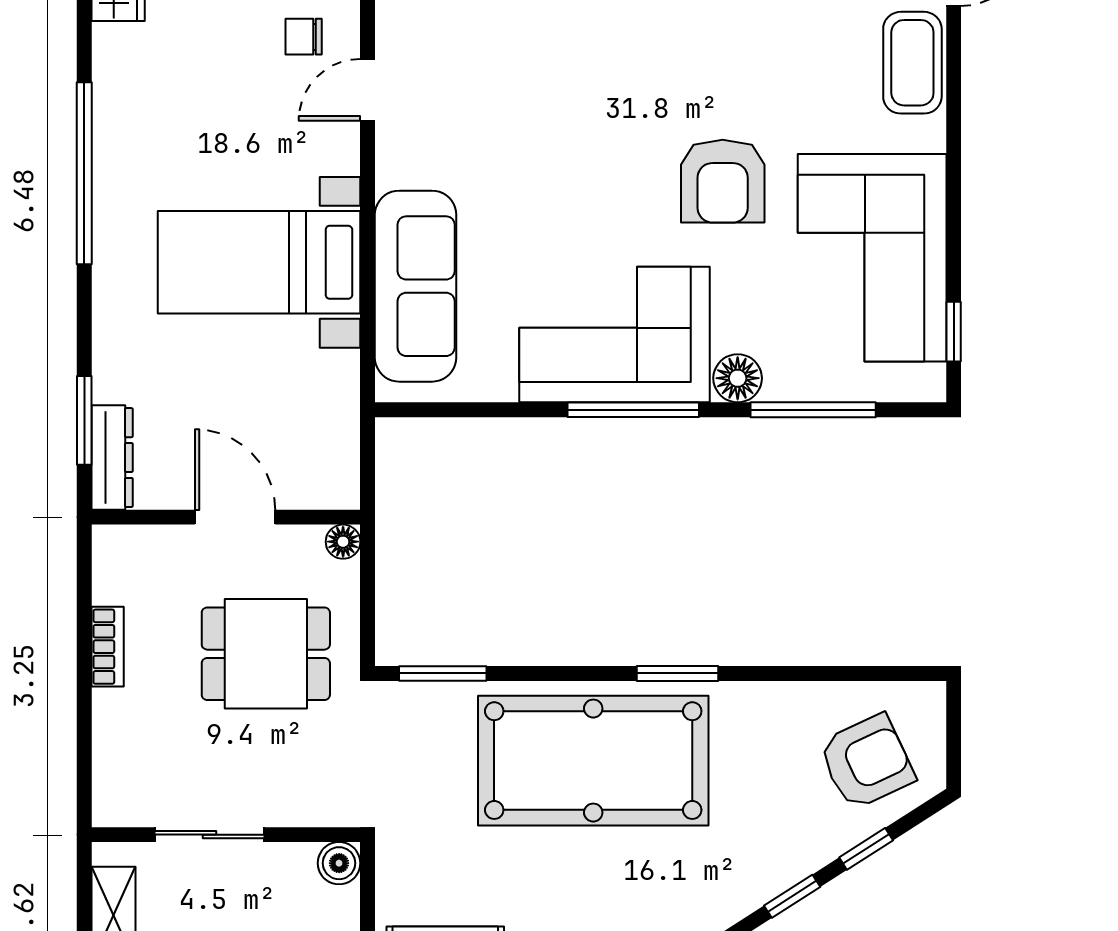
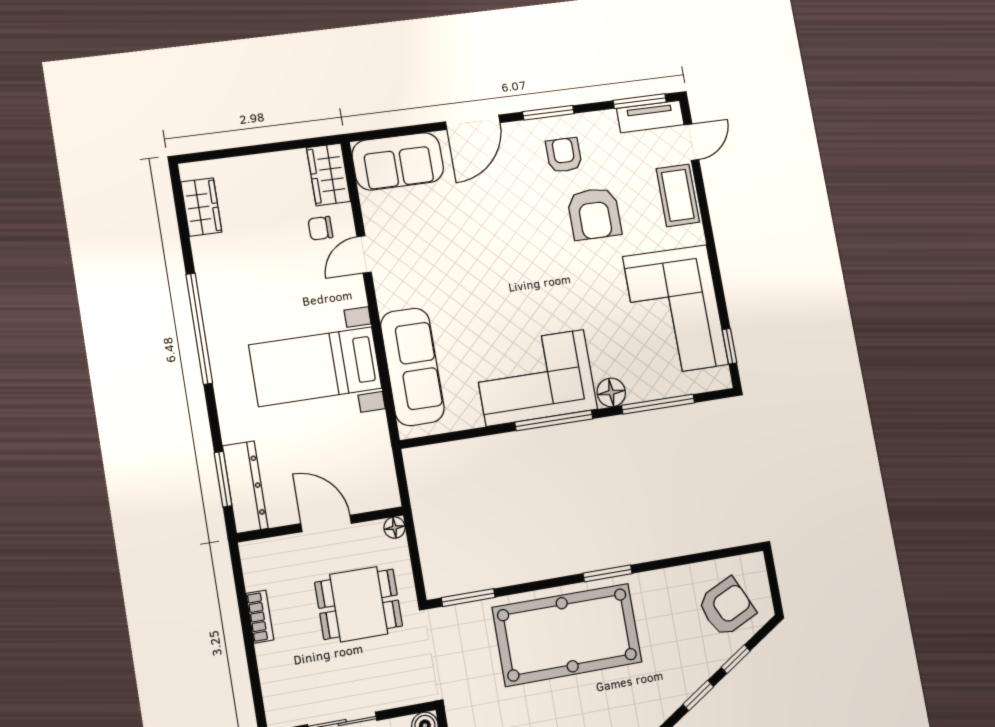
armchair: (723, 181) -> (594, 214), moved
dresser: (112, 458) -> (245, 487), width x1.37, depth x1.24

